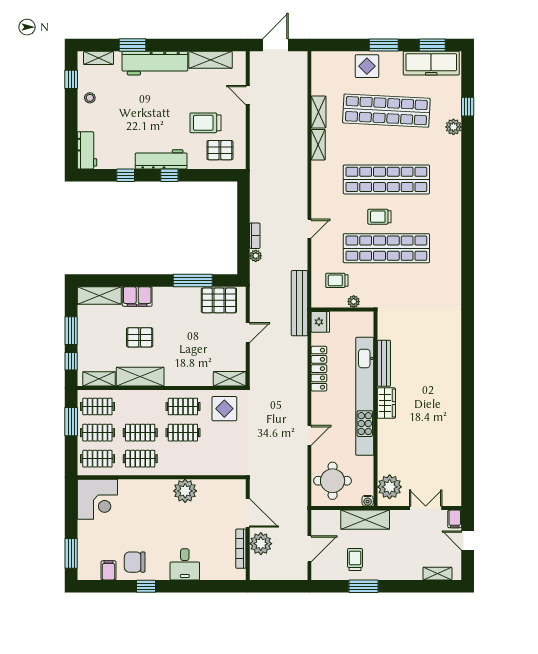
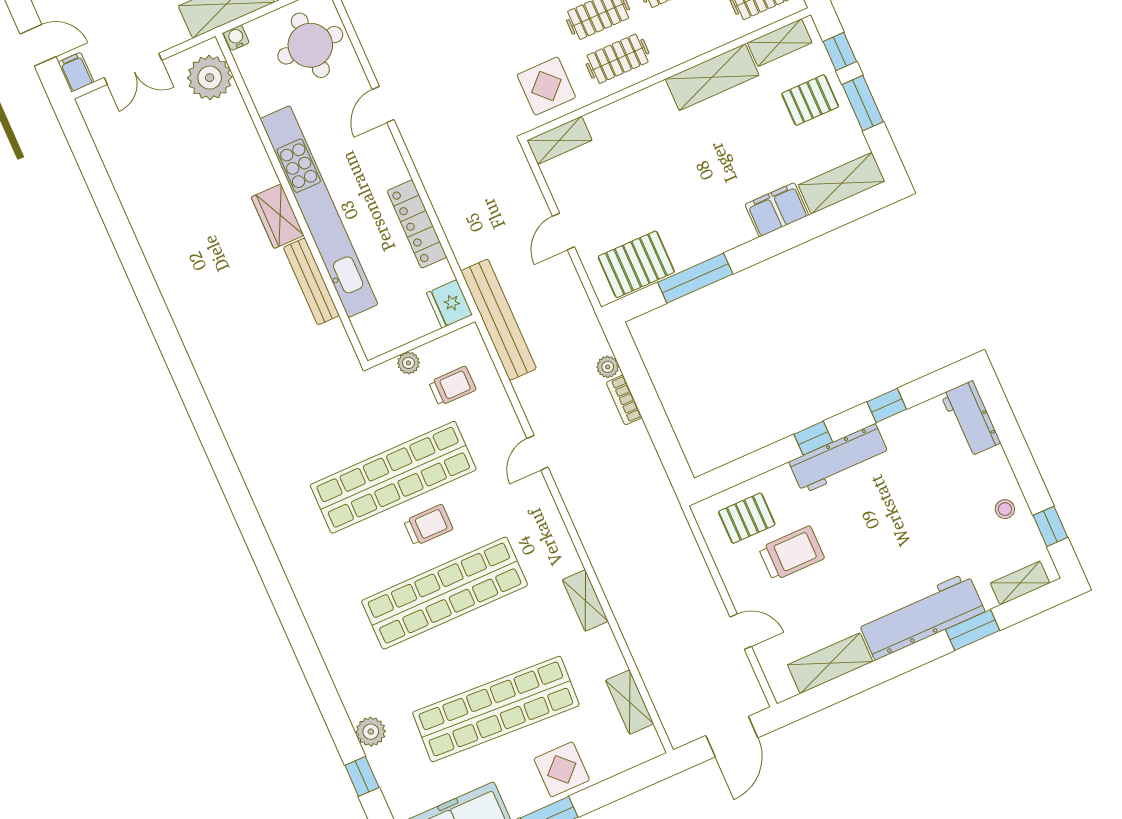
shelving: (319, 112) -> (630, 702), moved
pallet: (140, 337) -> (810, 100), moved

